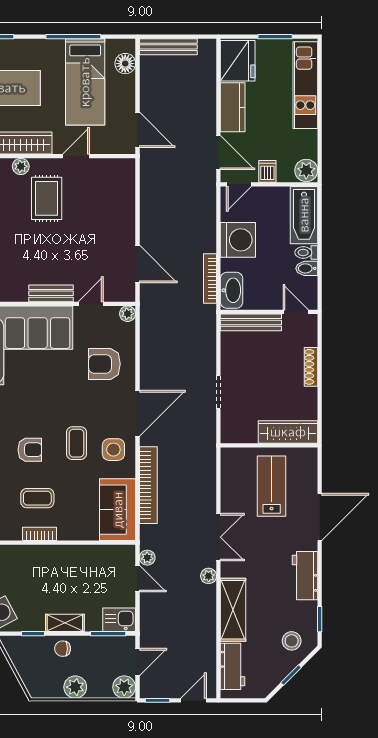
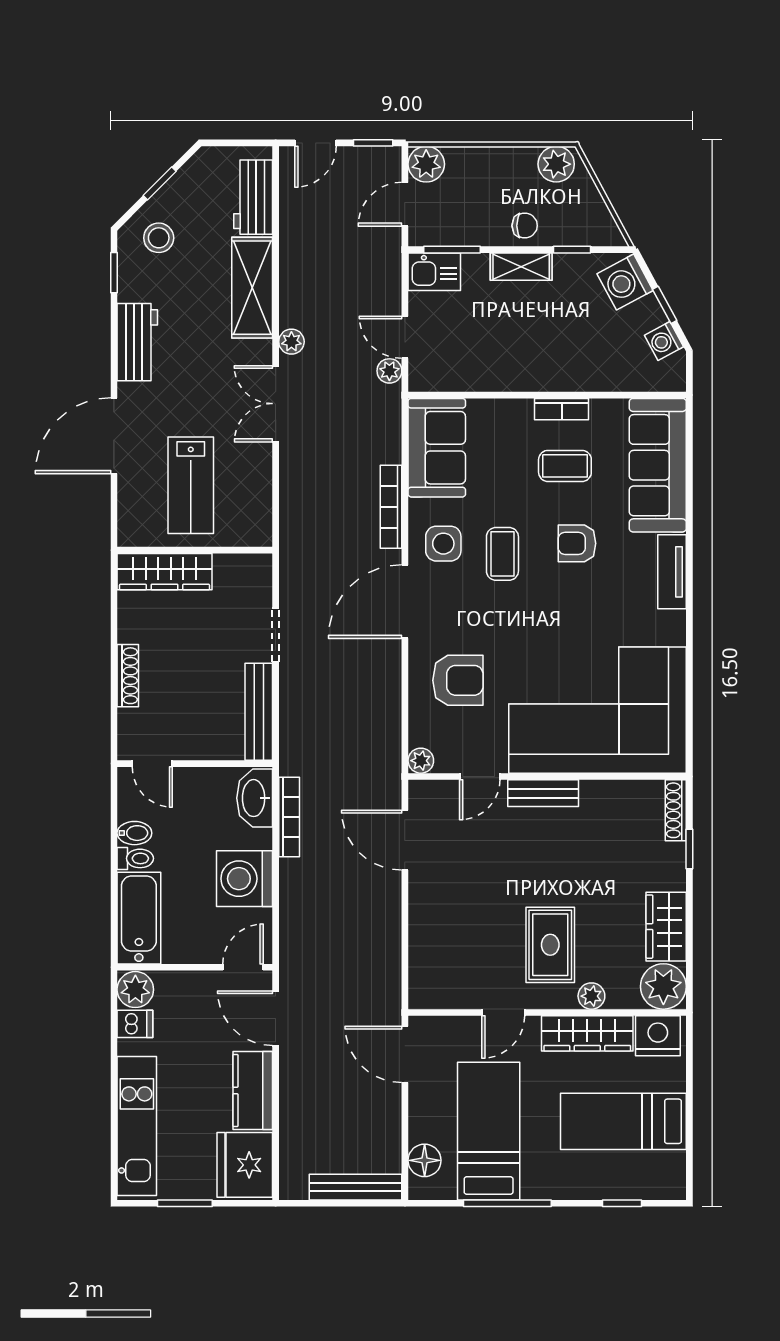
dishwasher: (267, 171) -> (135, 1024), moved, turned -90
bench: (251, 322) -> (259, 712), moved, turned 90
bookcase: (148, 485) -> (391, 507), width x0.68, depth x0.76
plant: (75, 687) -> (556, 164), moved

